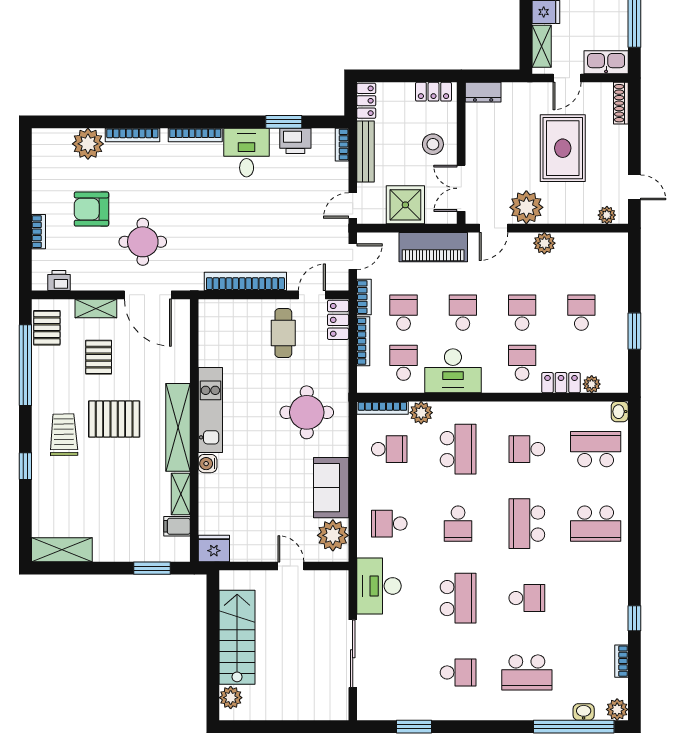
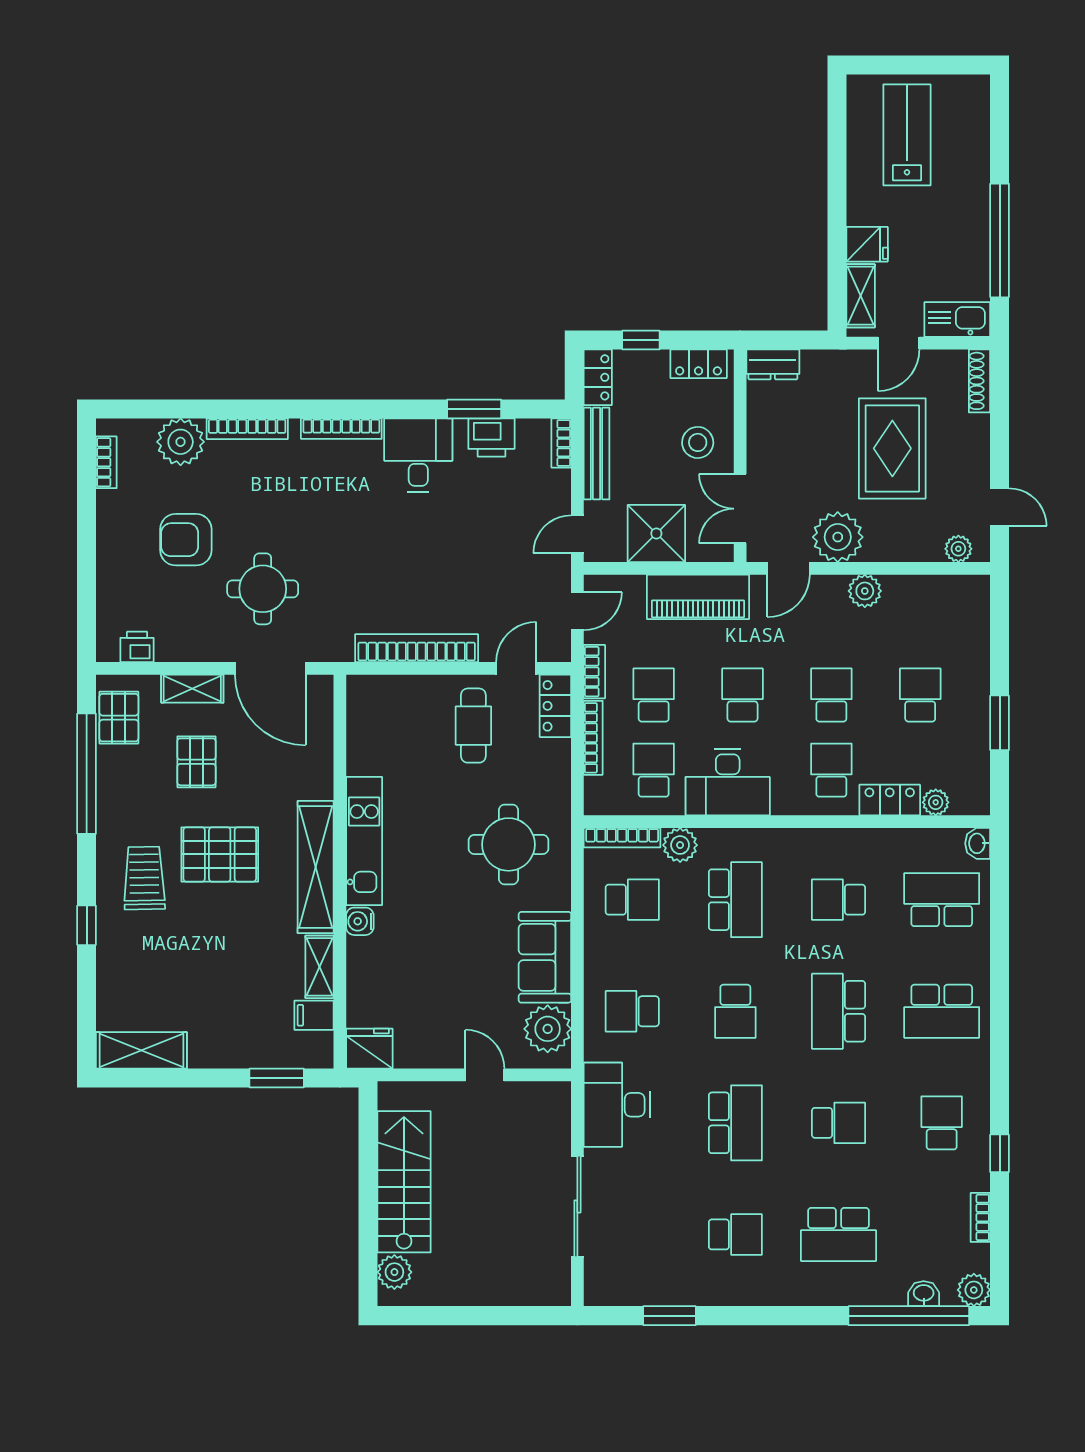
window: (395, 76) -> (641, 340), added
bookcase: (38, 232) -> (106, 462), moved
school desk: (596, 598) -> (942, 1123), added

